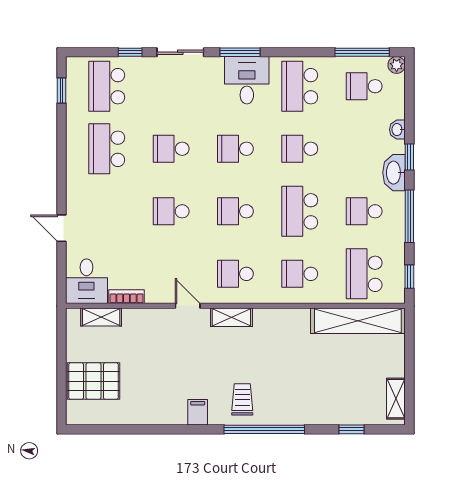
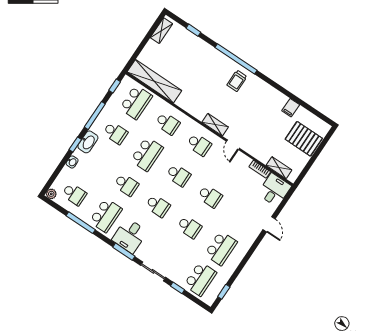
window: (362, 52) -> (81, 223), moved
filing cabinet: (198, 412) -> (291, 108), moved

